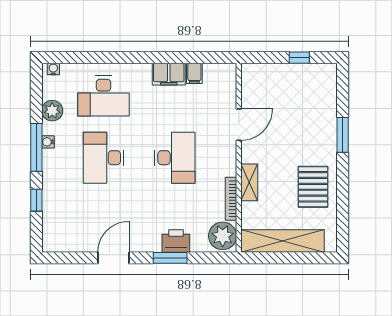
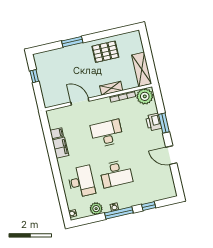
shelving: (283, 241) -> (142, 69), width x0.68

